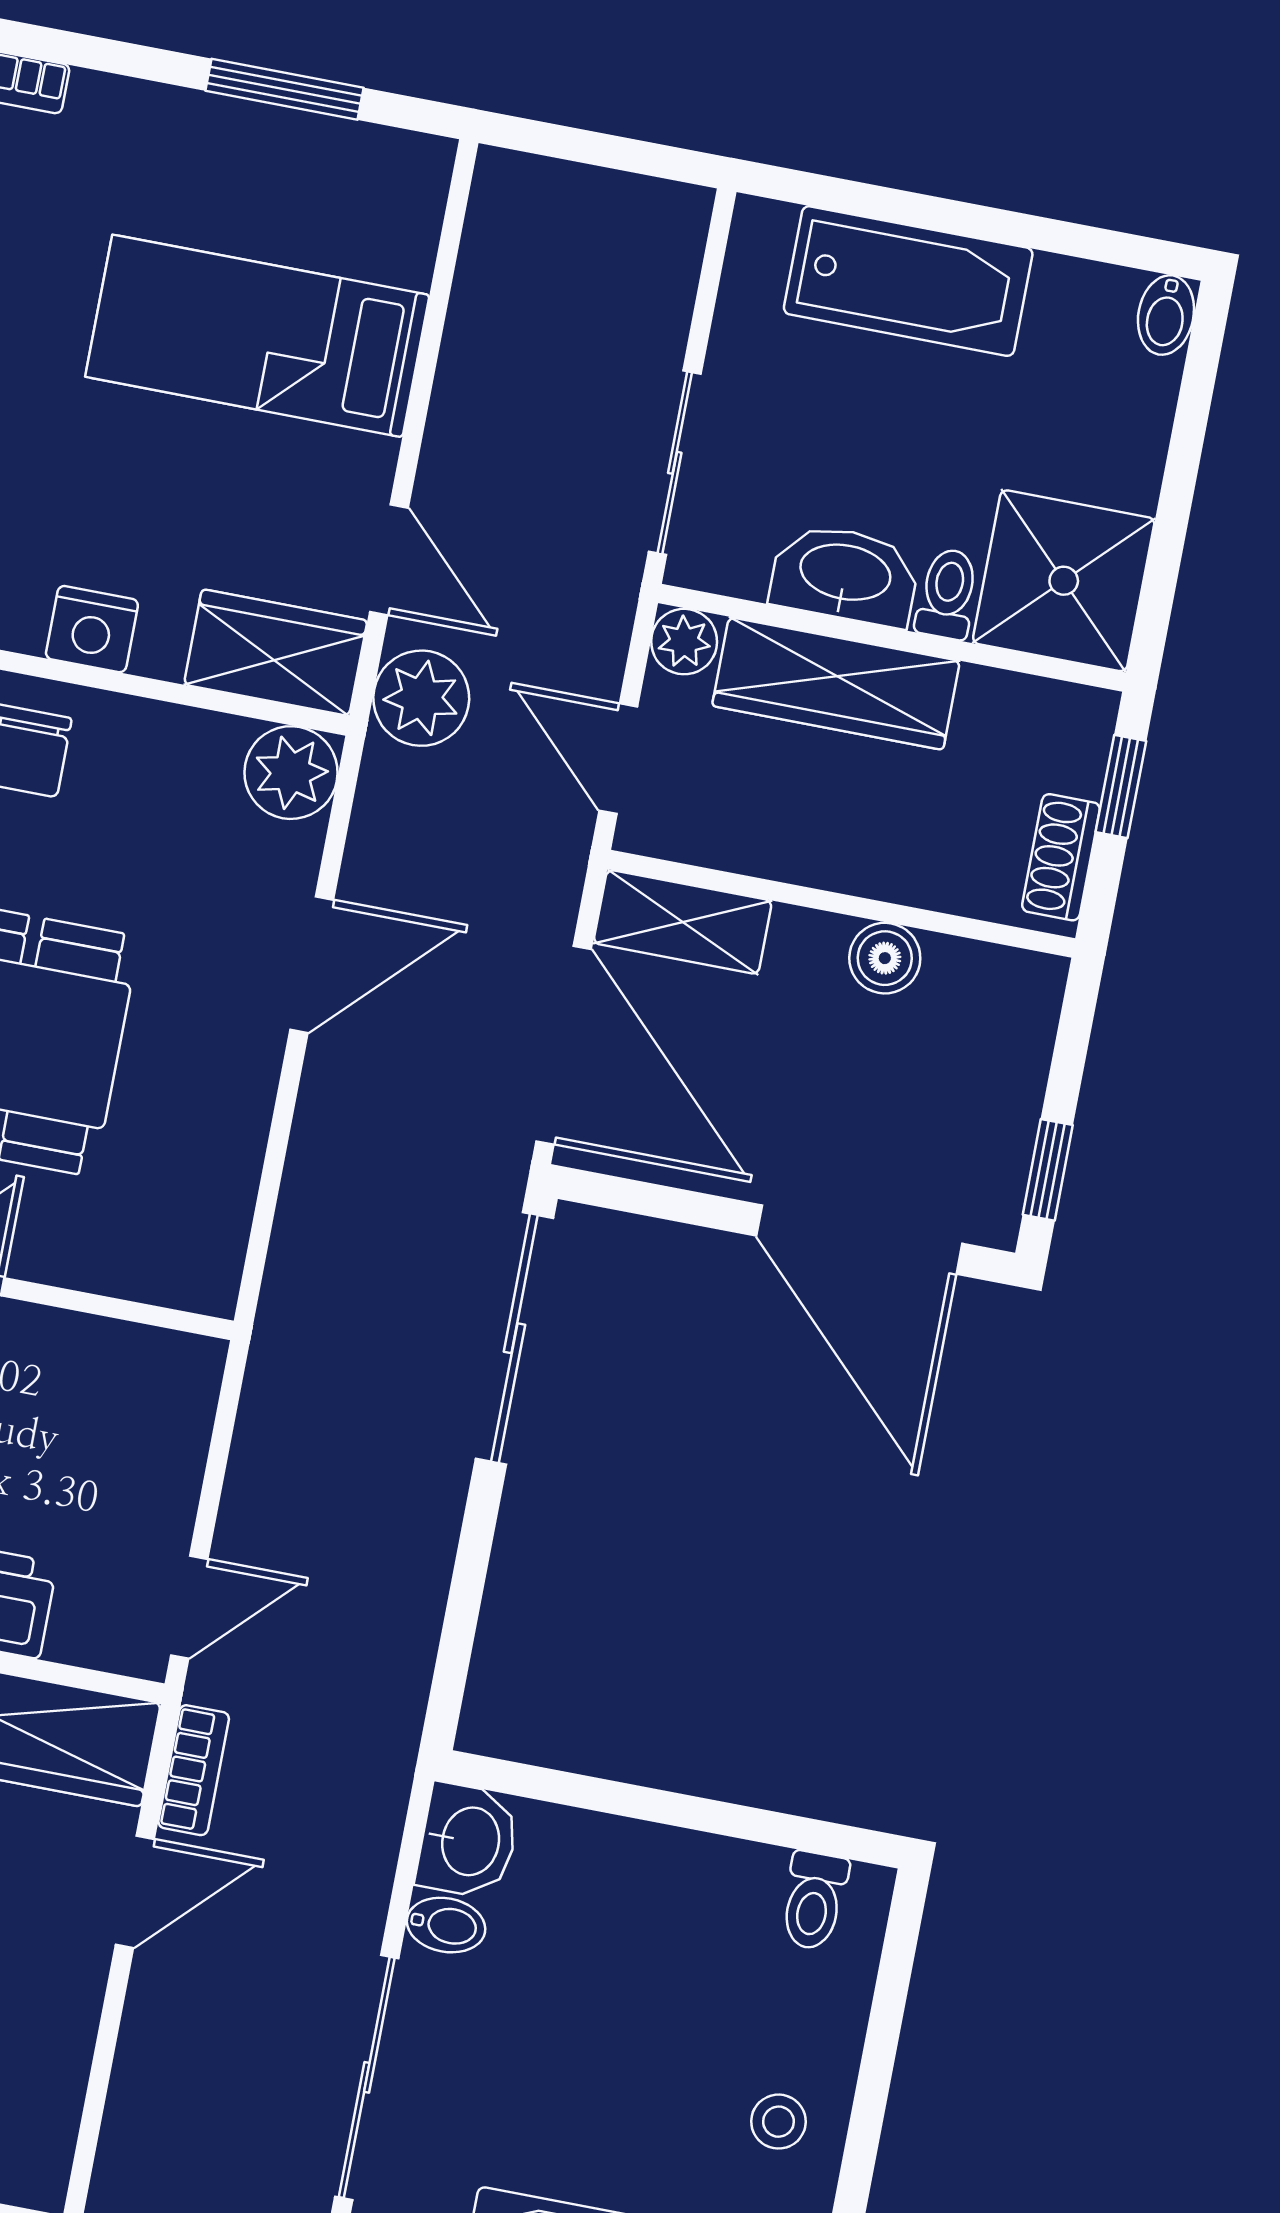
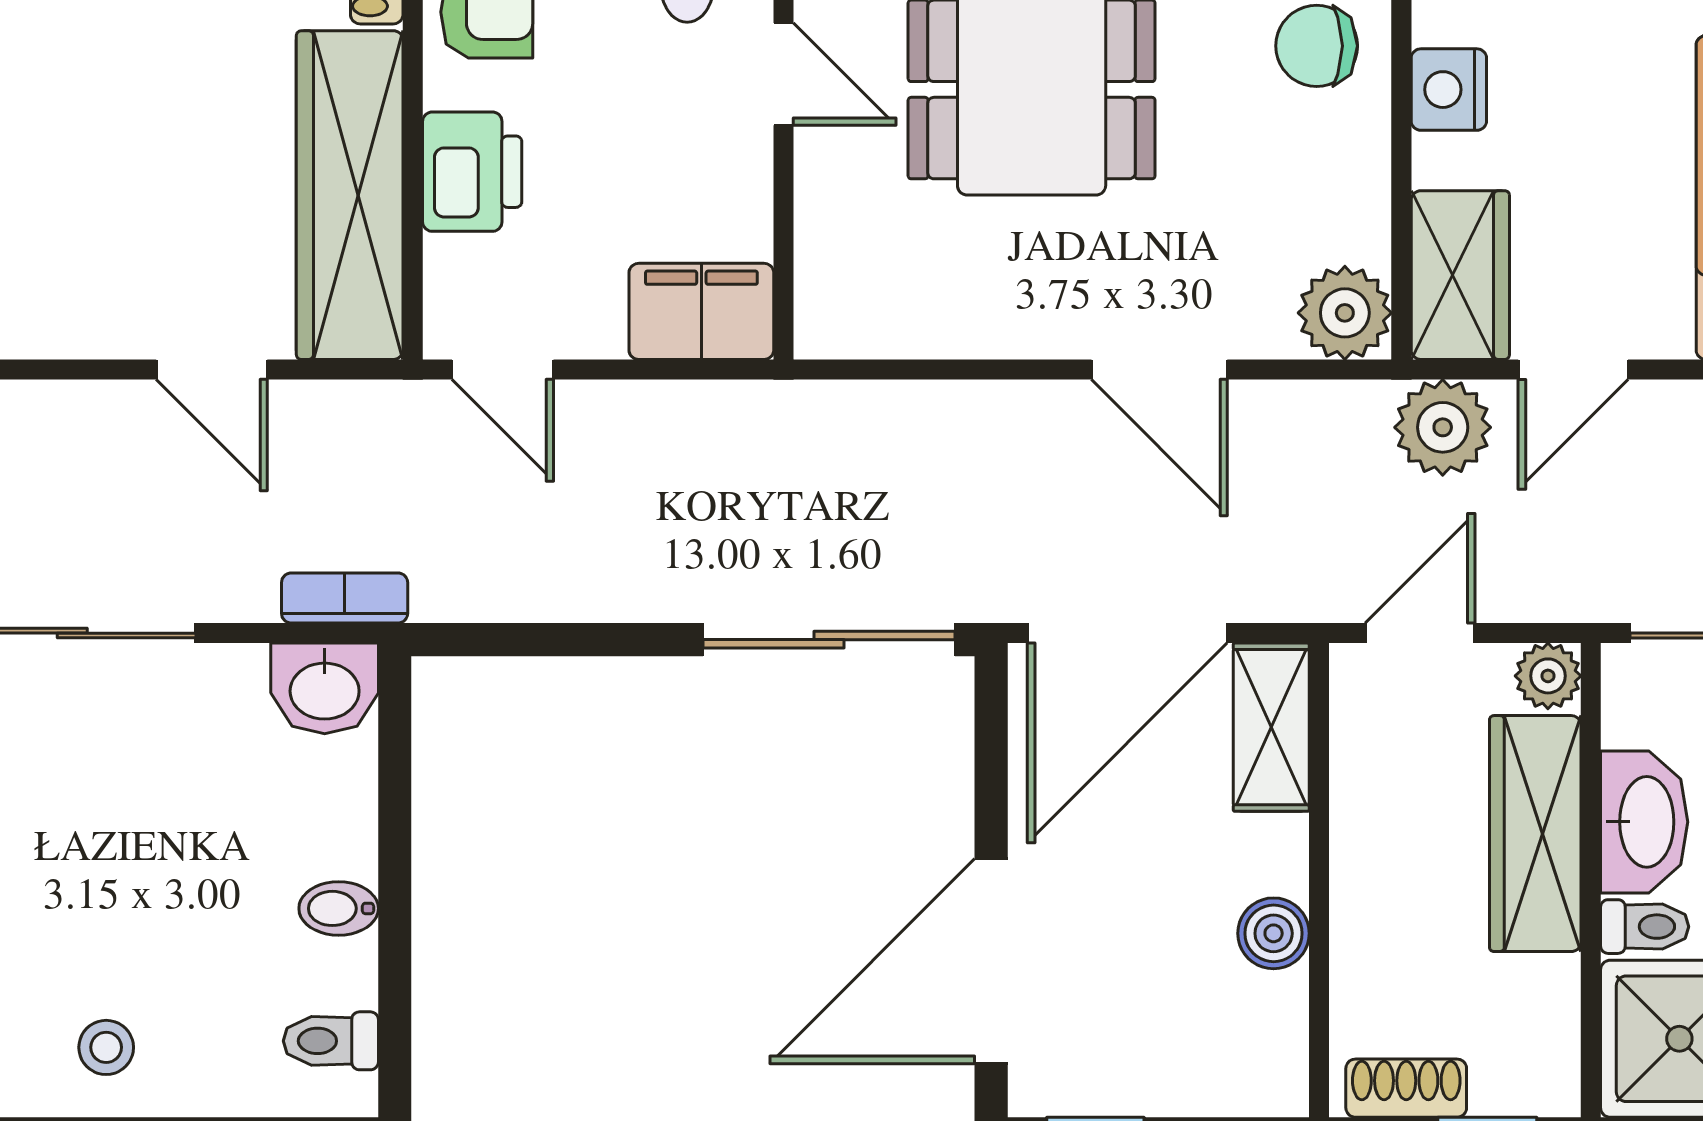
filing cabinet: (169, 1402) -> (701, 311), added
bookcase: (194, 1770) -> (345, 598), moved, turned 180
bidet: (446, 1925) -> (339, 908), moved, turned 90

